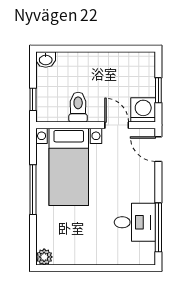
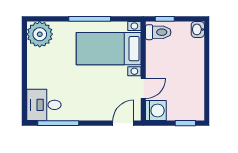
window: (158, 90) -> (185, 123), moved
toilet: (78, 107) -> (158, 32), moved
desk: (135, 222) -> (44, 105), moved, turned 90
plant: (44, 257) -> (40, 34), width x1.88, depth x1.88

